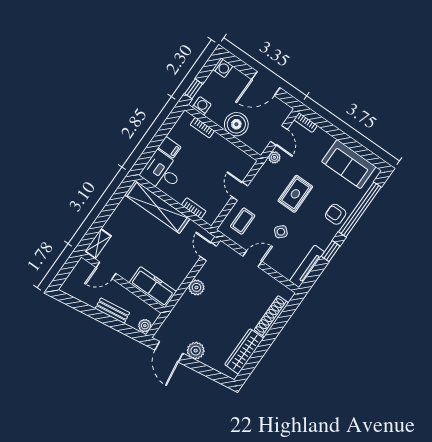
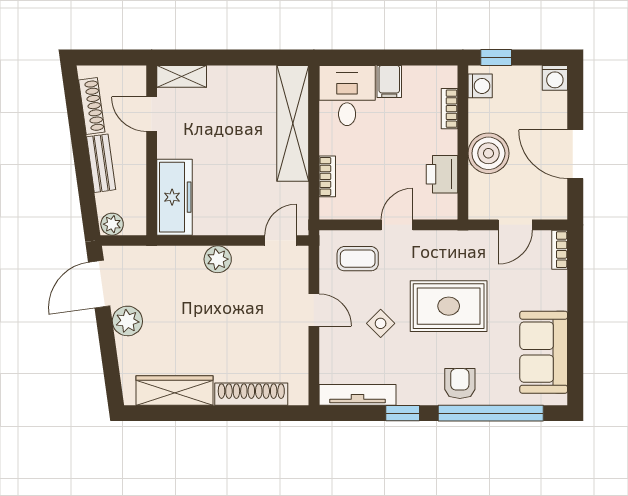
printer: (231, 153) -> (442, 174), added
plant: (274, 157) -> (479, 240), removed
rug: (295, 194) -> (449, 306), width x1.36, depth x1.43
shoe rack: (82, 296) -> (92, 106), added

